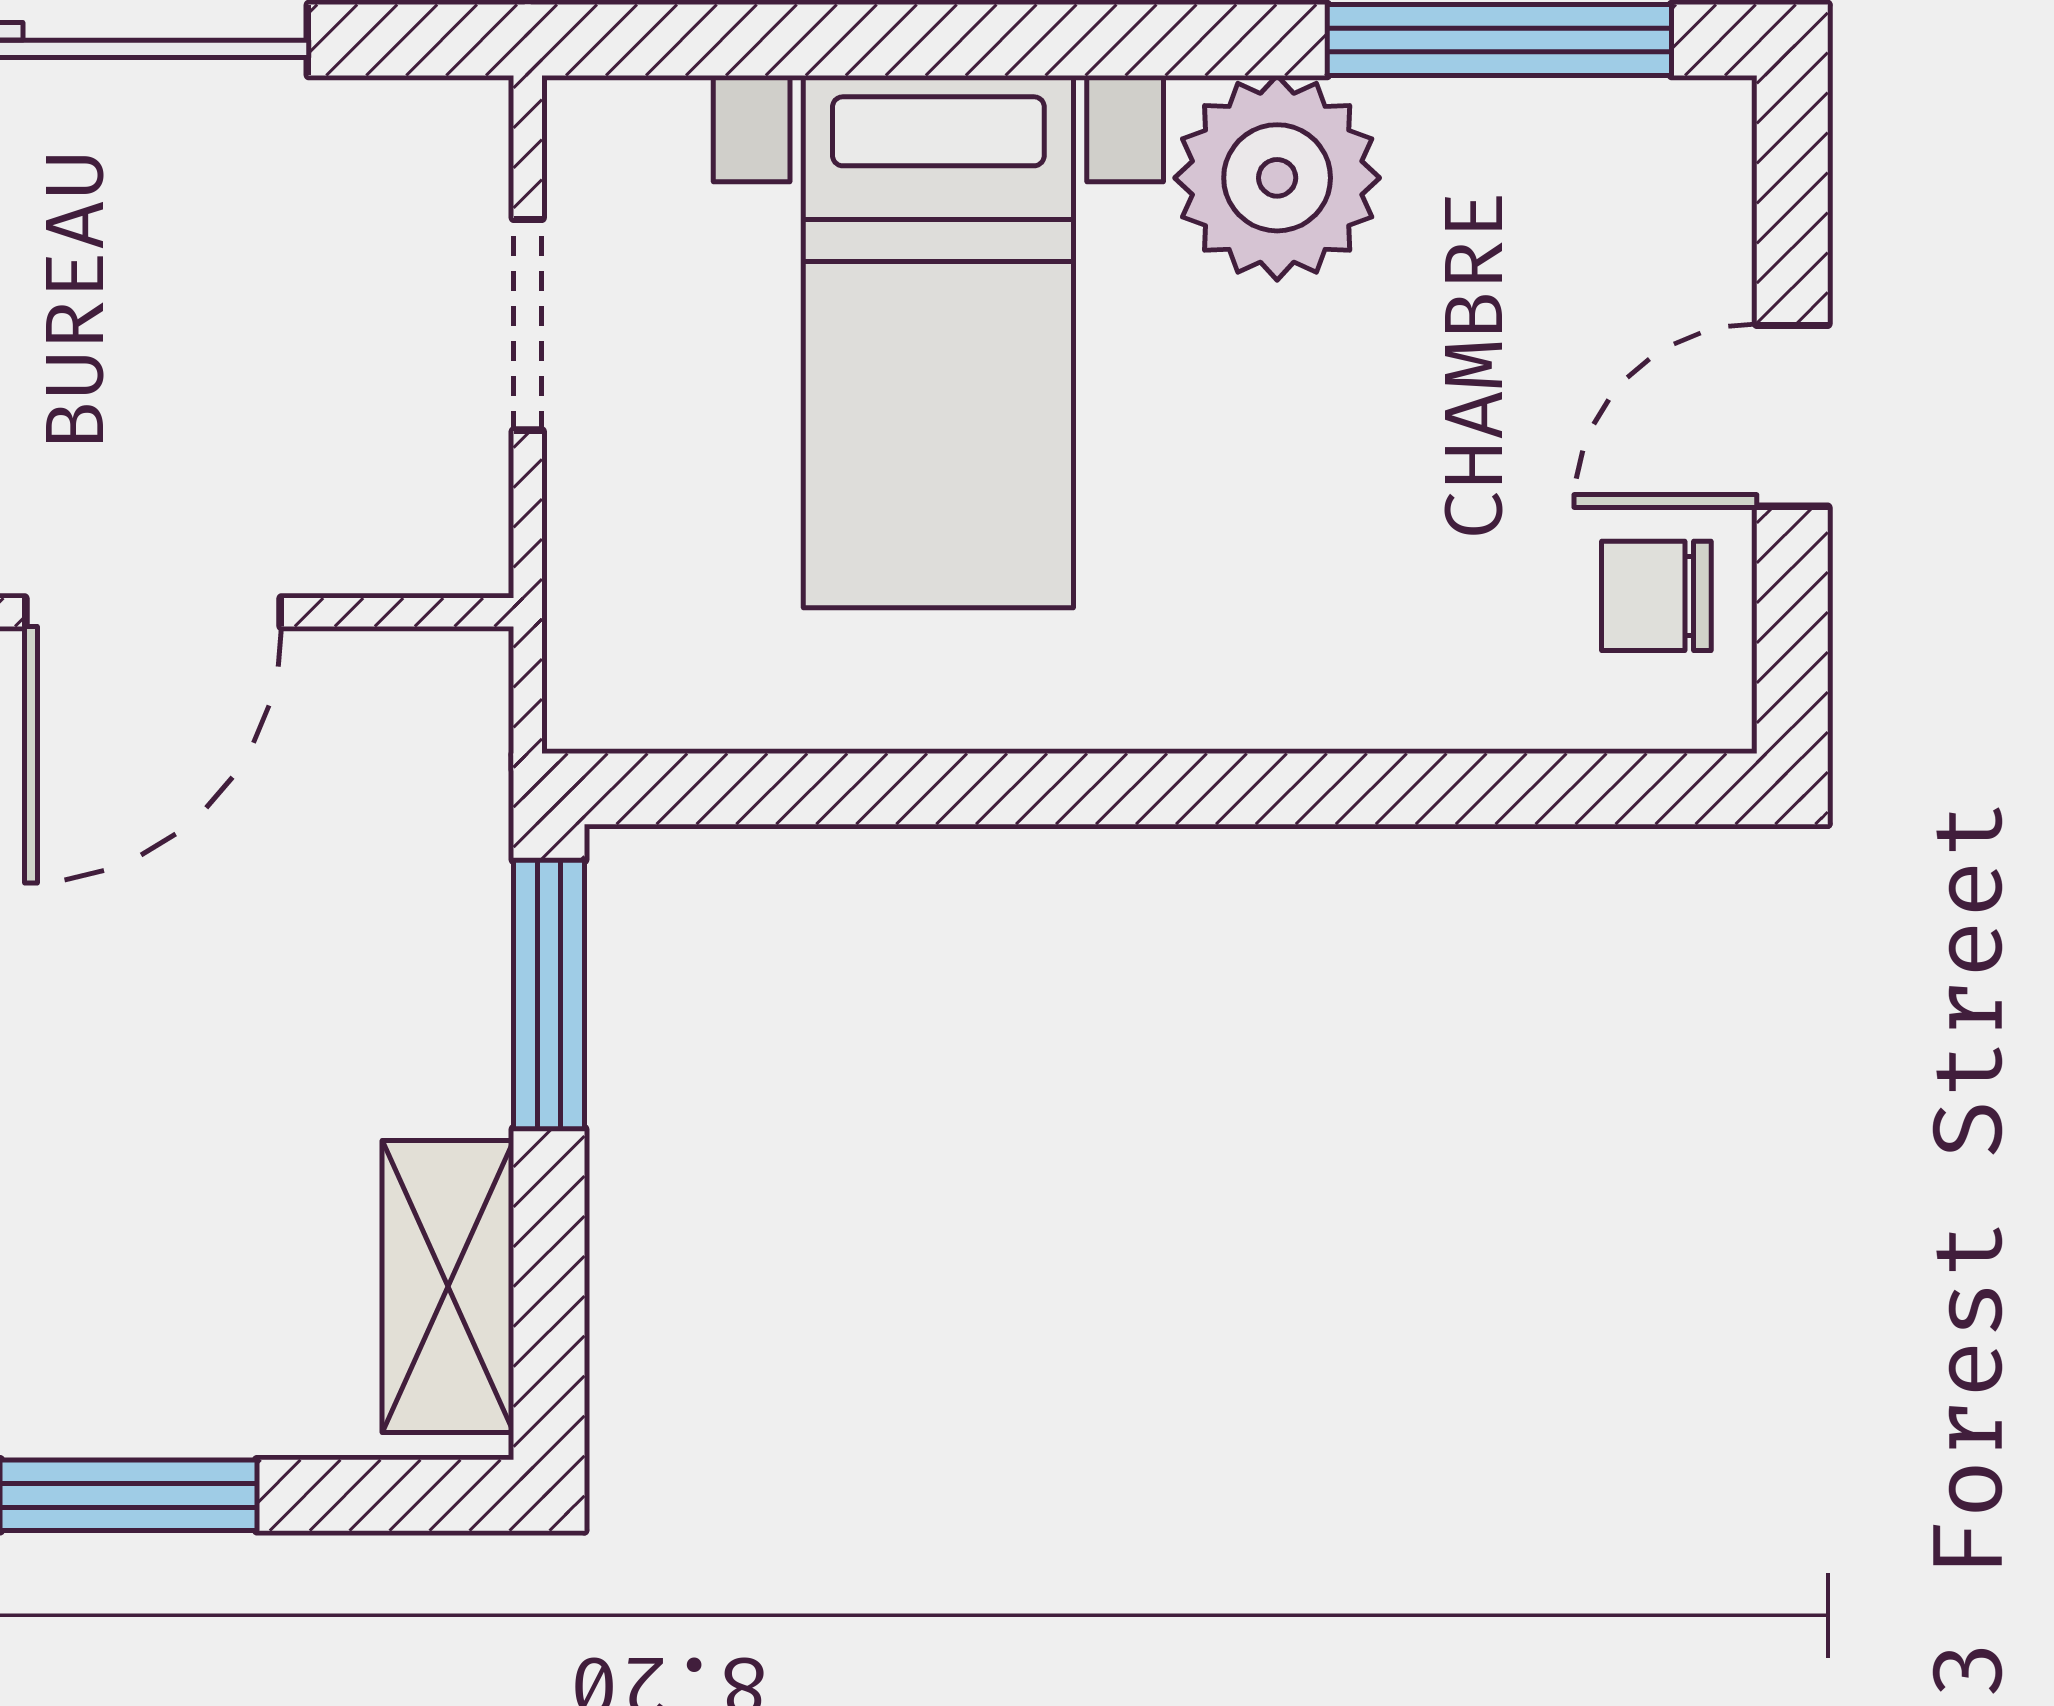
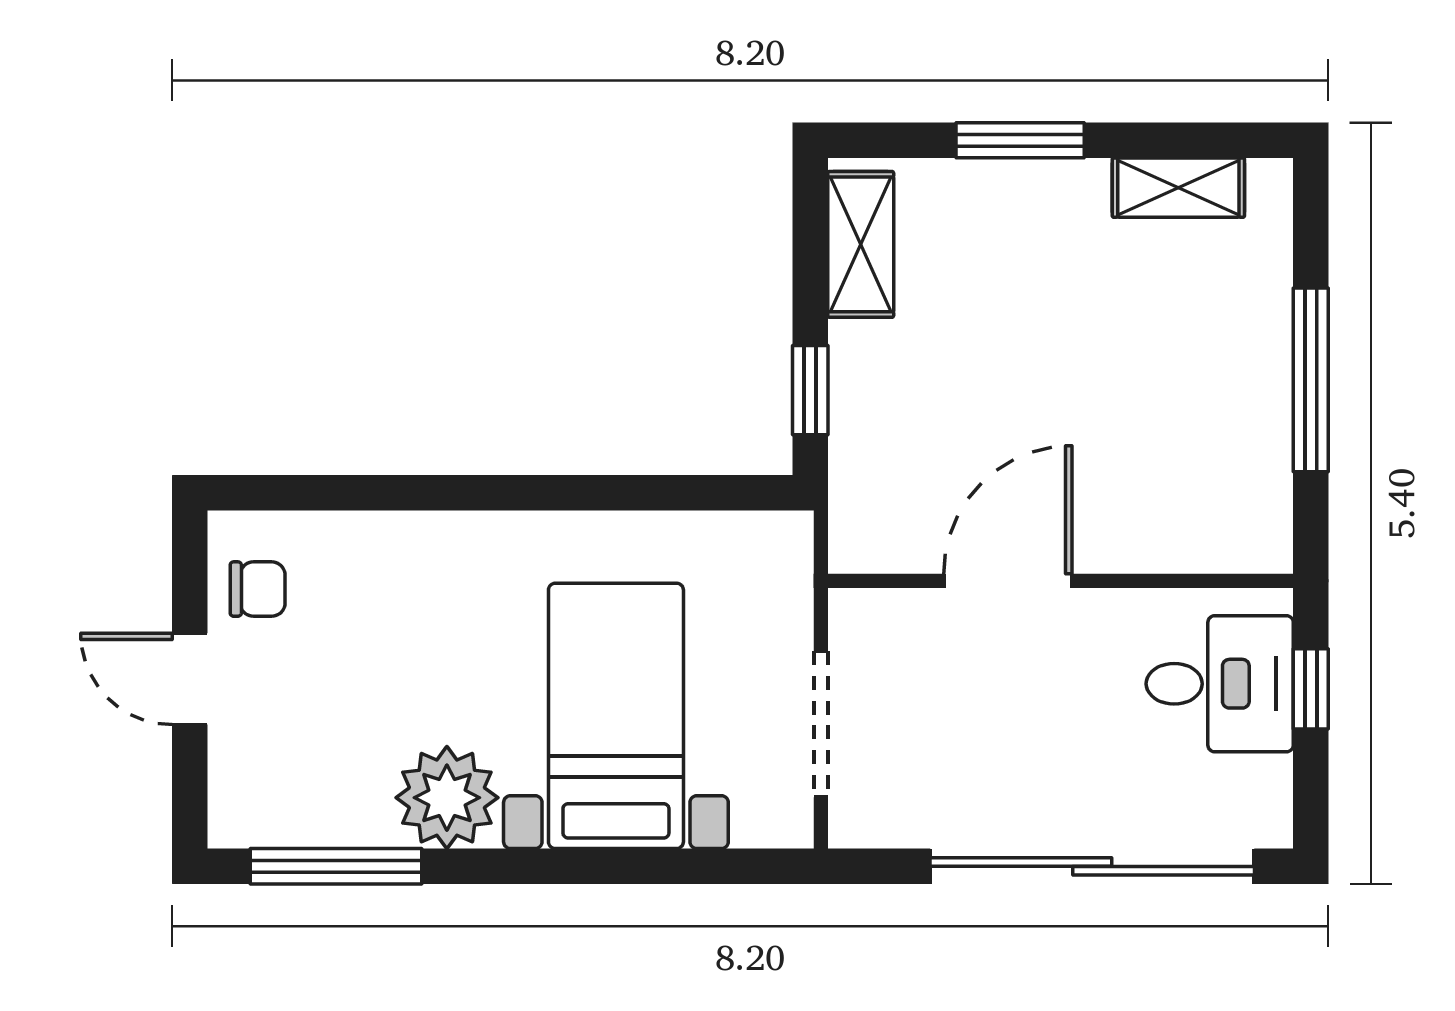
doorway: (528, 325) -> (821, 724), width x1.38
door: (1792, 416) -> (190, 679), swing flipped
window: (549, 995) -> (810, 390), width x0.67

